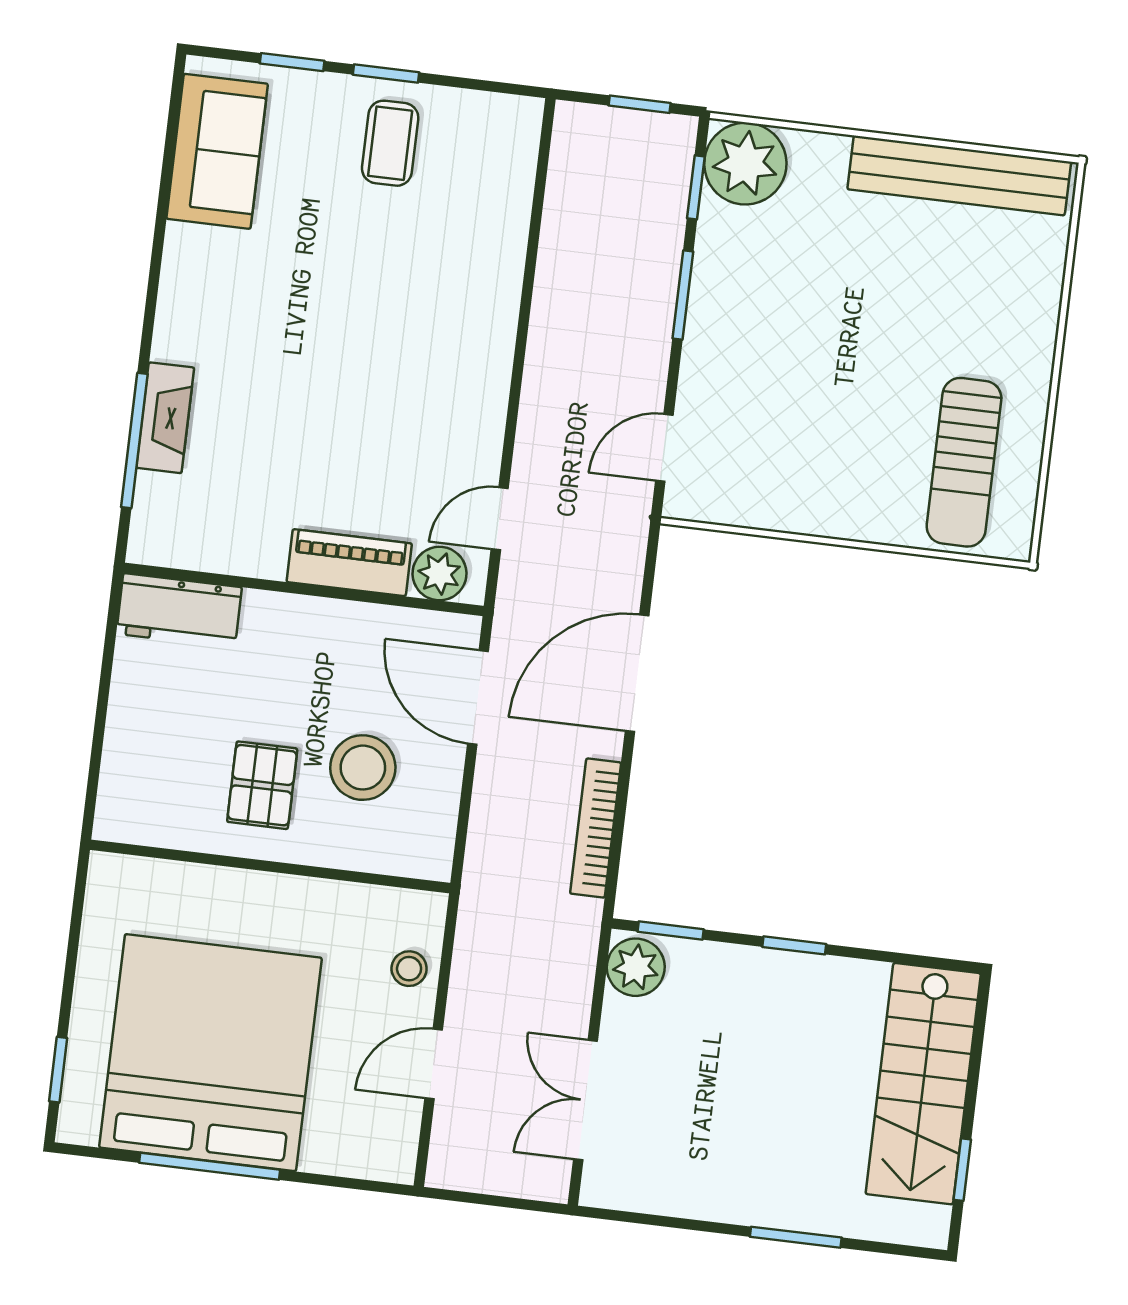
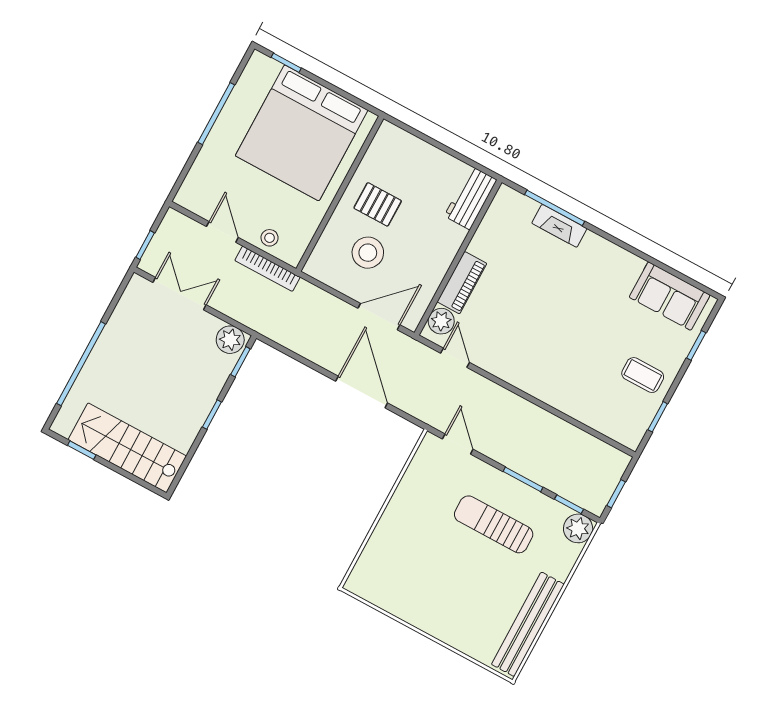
window: (386, 74) -> (658, 417), moved
plant: (745, 164) -> (578, 528), width x0.73, depth x0.73
sun lounger: (964, 462) -> (494, 524), moved
bookcase: (596, 828) -> (268, 269), moved, turned 180
bed: (210, 1053) -> (302, 133), moved, turned 90
window: (518, 1203) -> (145, 245), added
window: (796, 1237) -> (81, 364), width x2.11

